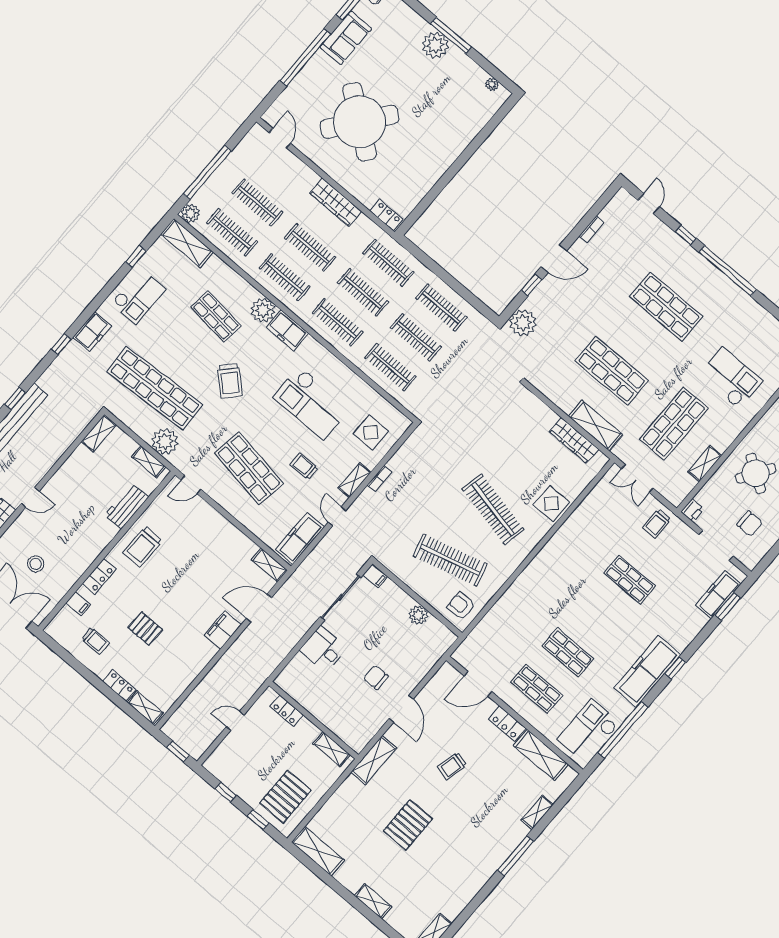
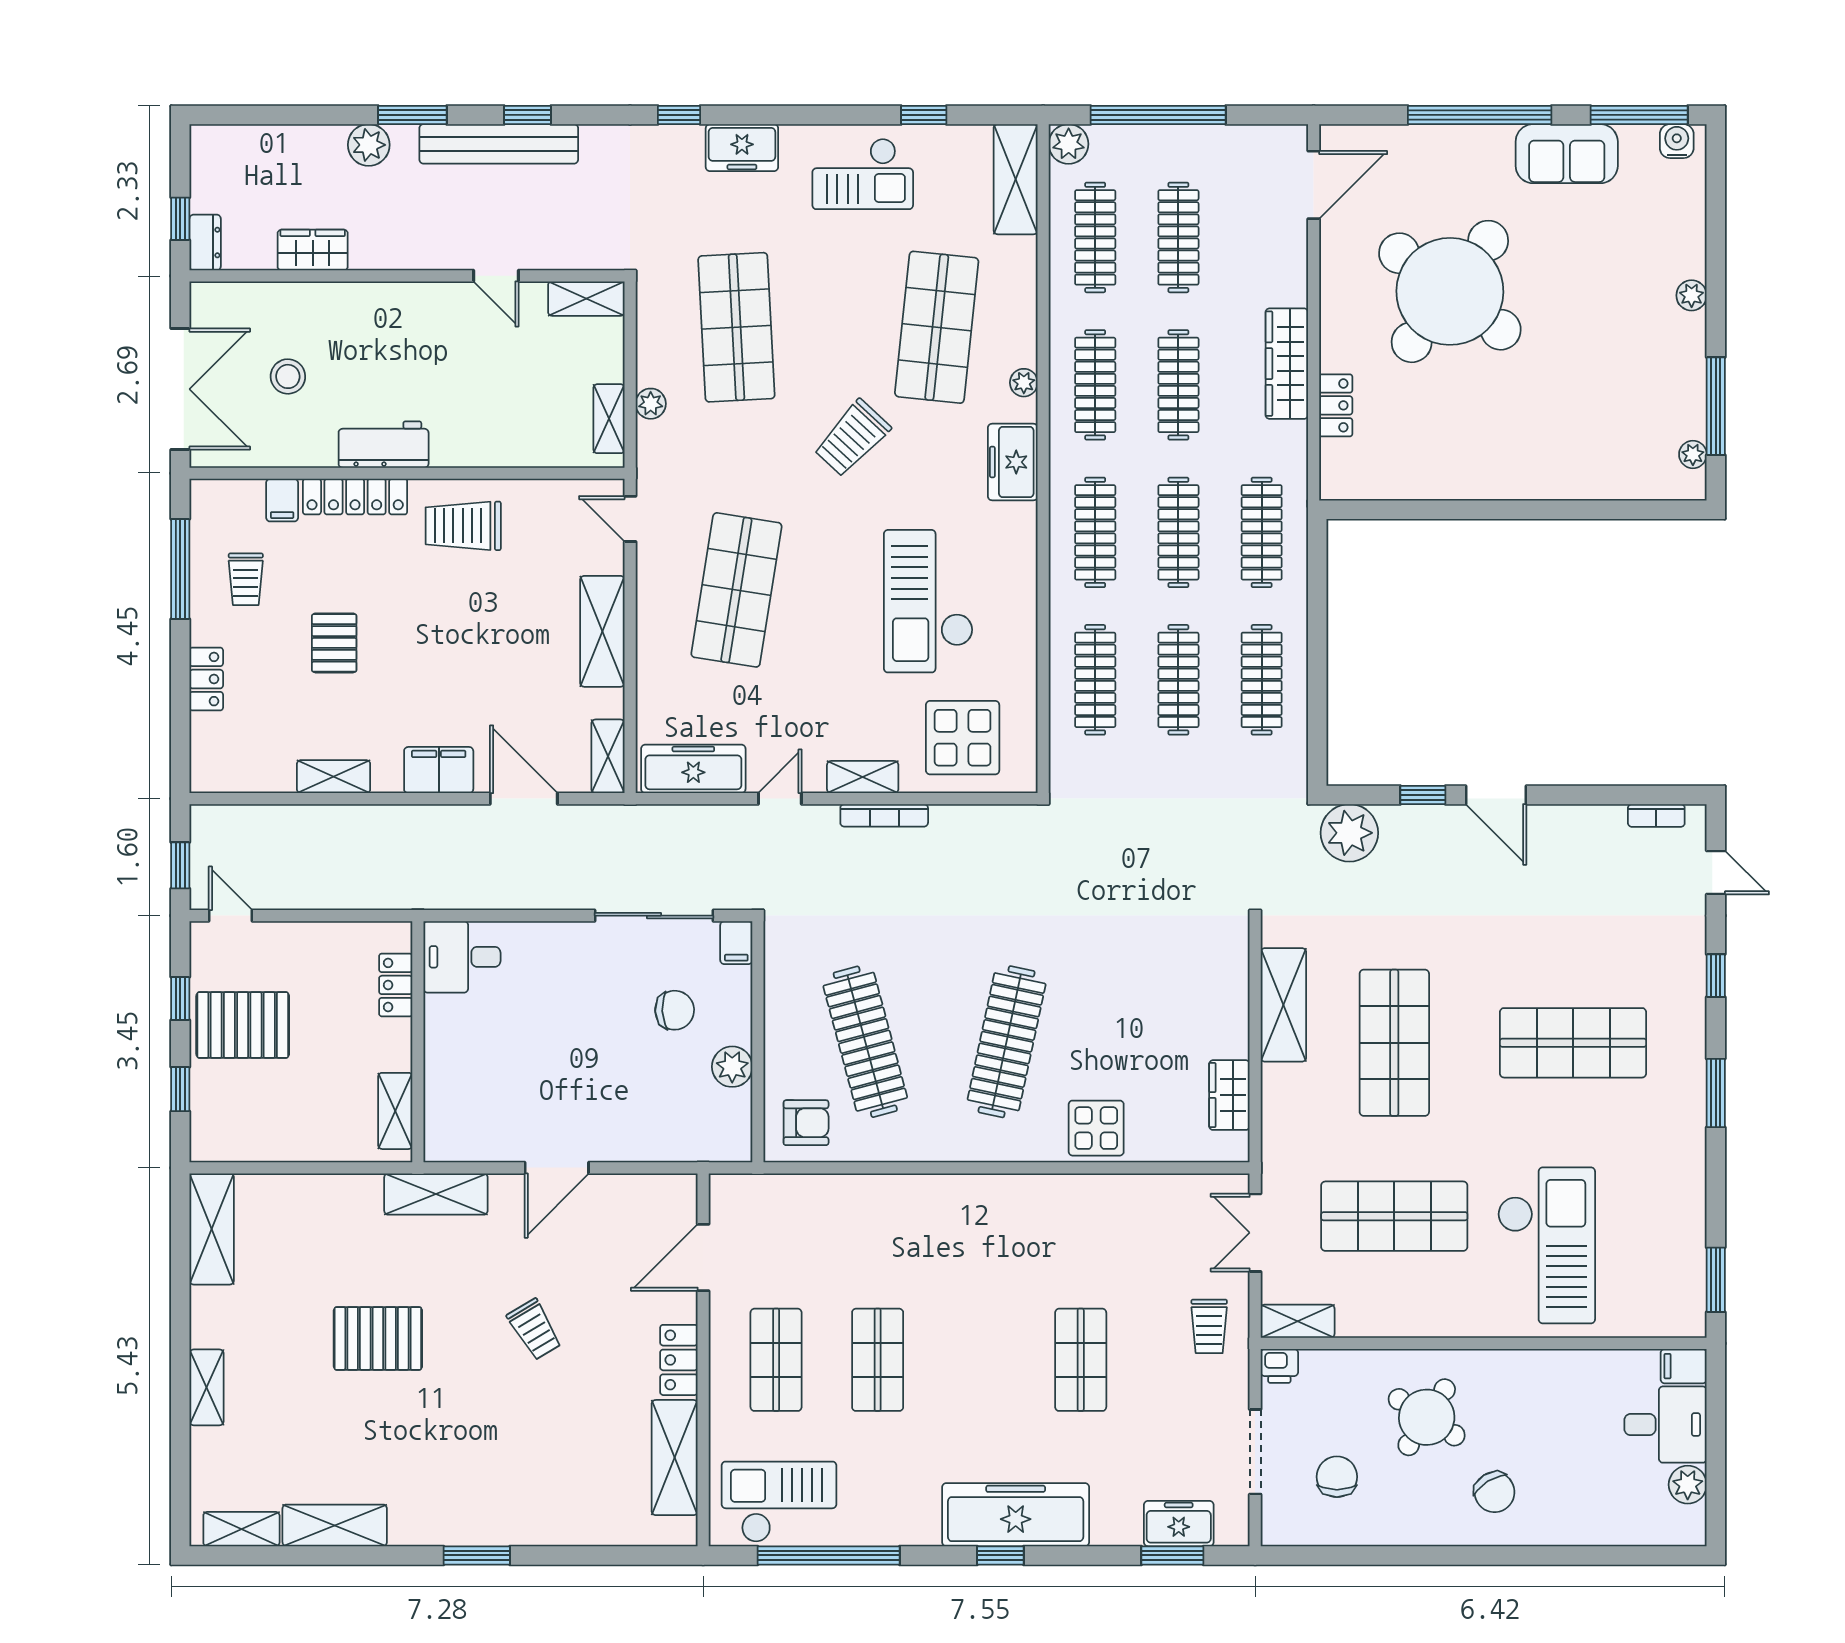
window: (451, 35) -> (1716, 406), moved
plant: (435, 45) -> (1692, 295), width x0.53, depth x0.53
door: (280, 138) -> (1314, 185), width x1.38
door: (649, 204) -> (1716, 873), hinge flipped
locker: (386, 215) -> (1336, 405), moved
bookcase: (592, 229) -> (1656, 815), moved
window: (728, 271) -> (1716, 1093), width x0.47
shop shelf: (666, 307) -> (1573, 1043), turned 90
plant: (263, 310) -> (1024, 383), width x0.53, depth x0.53
shop shelf: (216, 316) -> (937, 327), width x1.43, depth x1.36
checkout: (731, 378) -> (1546, 1245), width x1.36, depth x1.21
shop shelf: (155, 388) -> (736, 327), width x0.71
shelving: (596, 426) -> (1283, 1005), moved
display table: (371, 432) -> (963, 738), width x1.36, depth x1.36
wardrobe: (574, 440) -> (1229, 1095), width x0.67
plant: (165, 442) -> (651, 404), width x0.53, depth x0.53
shelving: (705, 464) -> (1298, 1321), moved
trolley: (304, 466) -> (816, 676), removed
bookcase: (380, 478) -> (884, 815), width x1.56
door: (30, 497) -> (496, 276), moved
workbench: (127, 506) -> (384, 445), moved
trolley: (657, 523) -> (1209, 1326), turned -90
chair: (750, 524) -> (1337, 1477), turned 180
shelving: (223, 529) -> (602, 631), added
locker: (99, 576) -> (355, 497), width x1.53
freezer: (718, 595) -> (1179, 1524), width x0.71
armchair: (461, 606) -> (806, 1123), turned 90
desk: (323, 649) -> (462, 957), moved, turned -90
window: (72, 661) -> (180, 569), added
freezer: (647, 671) -> (1016, 1515), moved
chair: (376, 677) -> (675, 1010), moved, turned 87
door: (478, 684) -> (703, 1258), hinge flipped
shelving: (145, 708) -> (334, 777), moved, turned 90
door: (235, 721) -> (231, 916), moved
trolley: (452, 766) -> (534, 1329), turned -135
pallet: (285, 797) -> (243, 1025), moved
shelving: (537, 812) -> (335, 1525), moved, width x1.50, depth x1.33
window: (516, 856) -> (477, 1555), width x0.69

